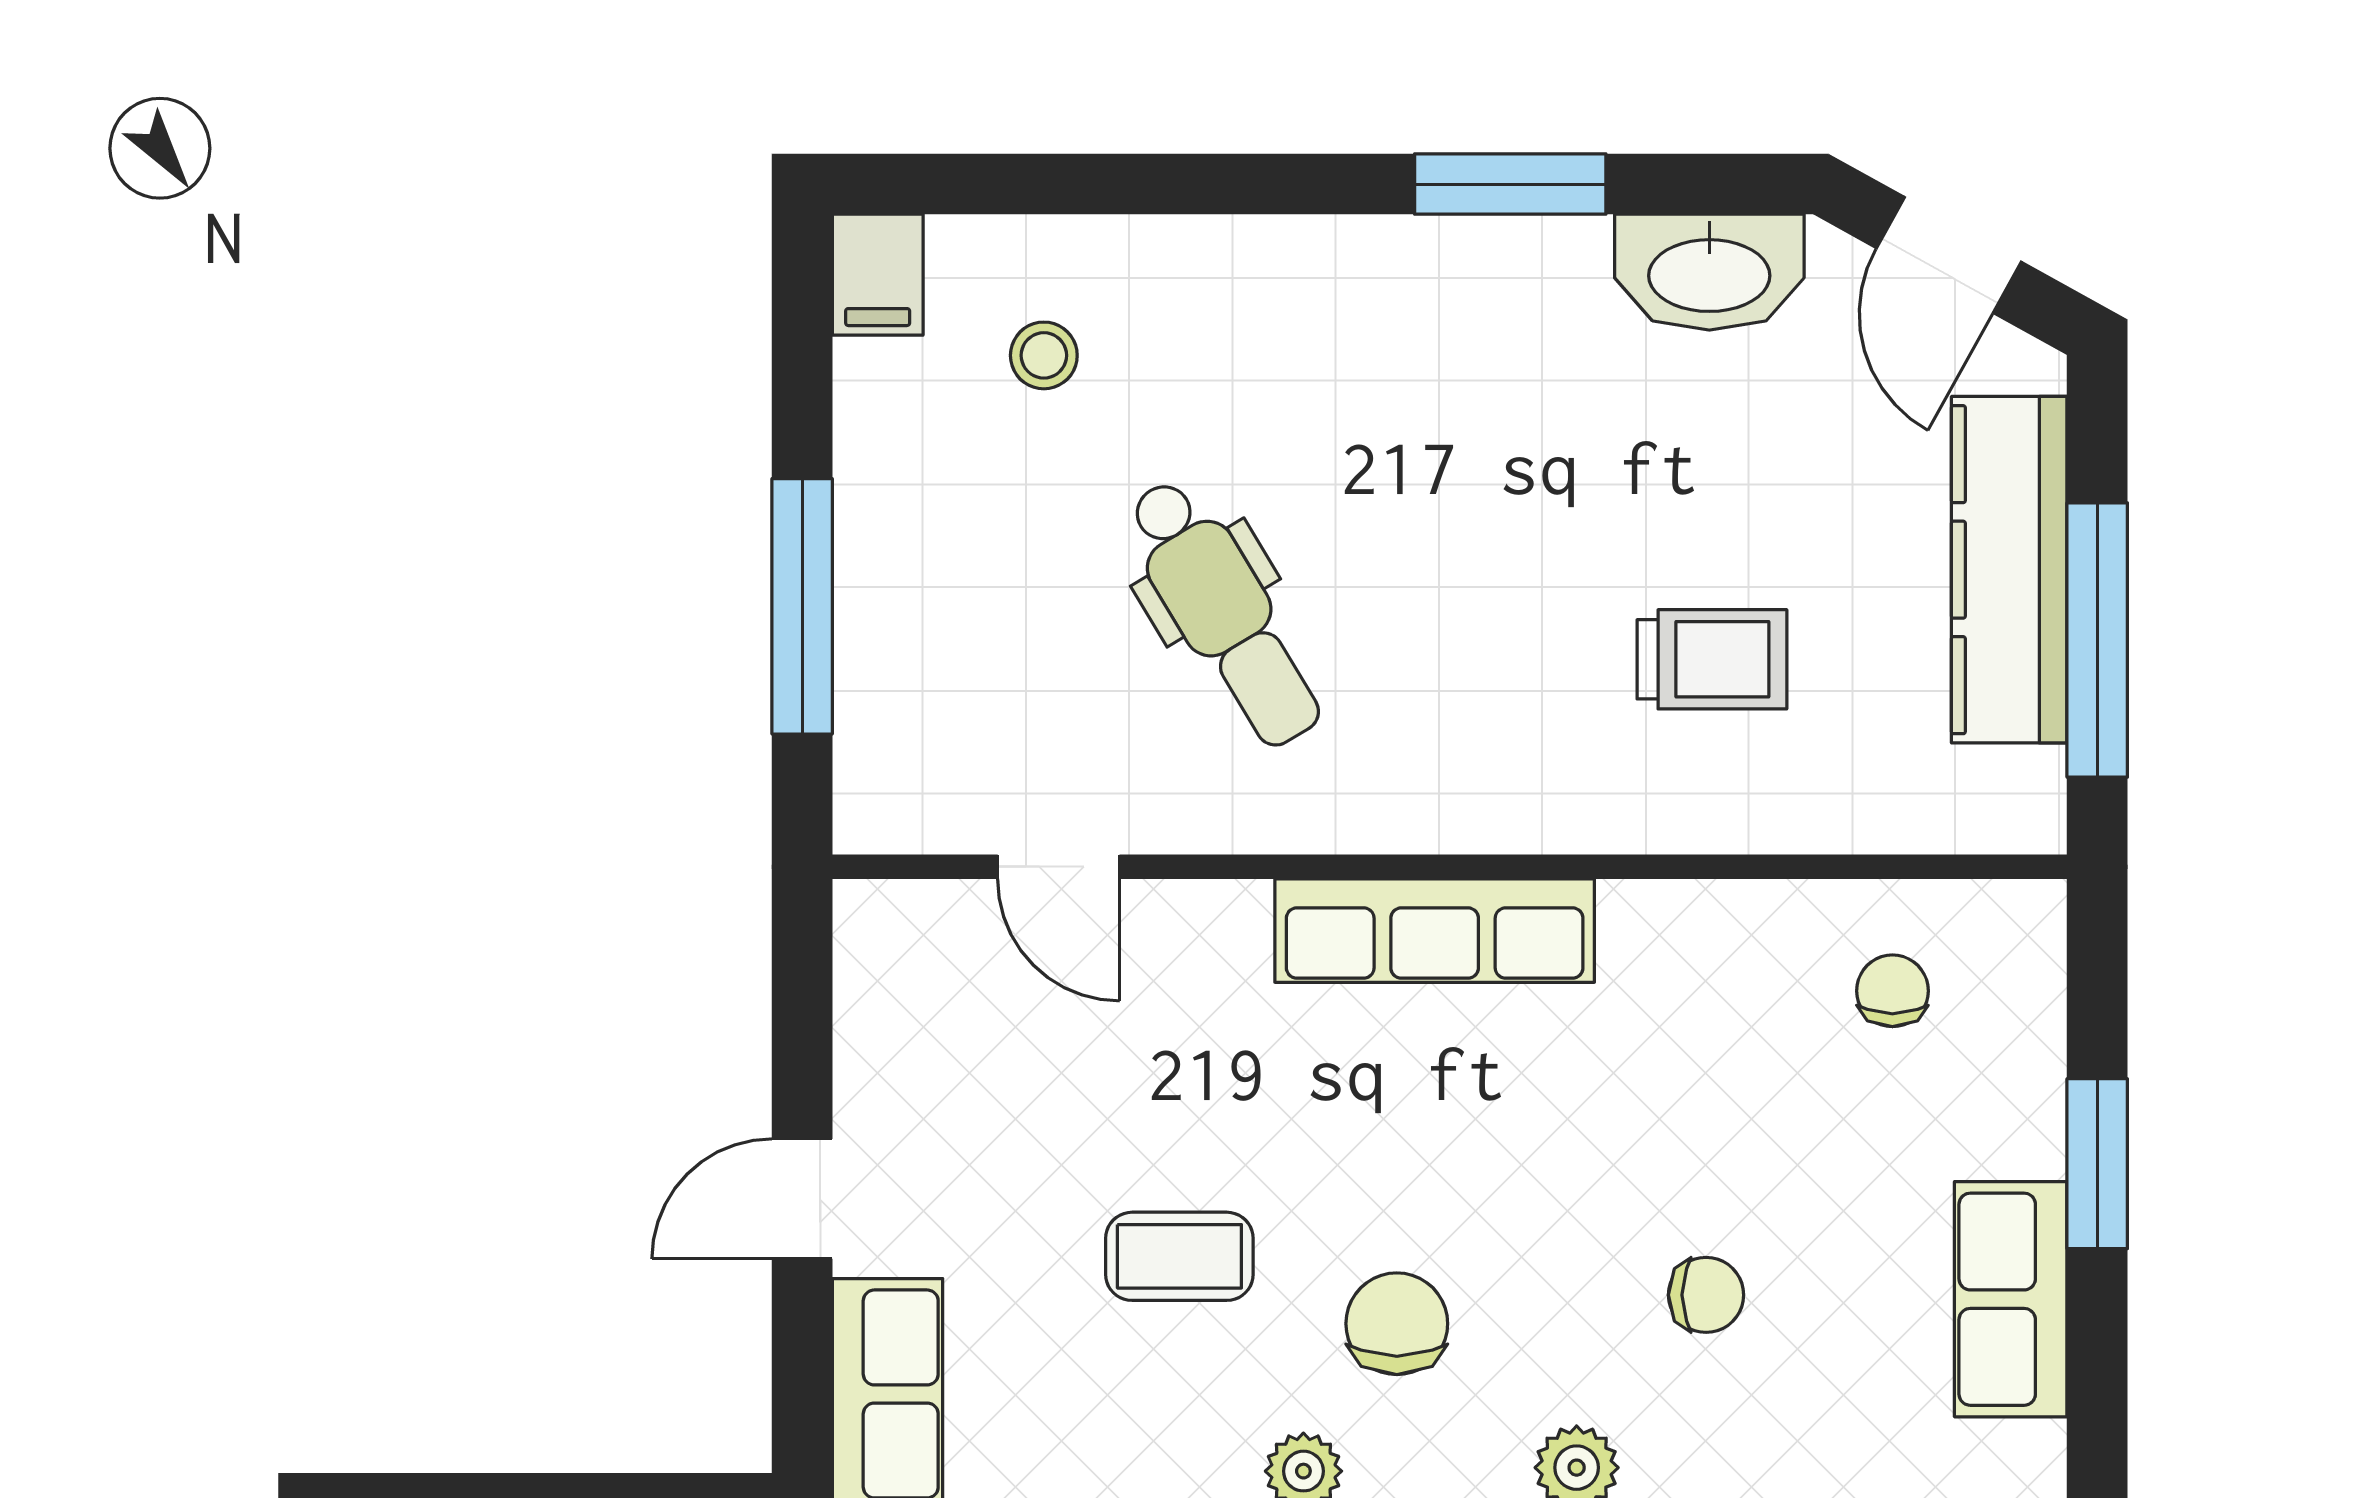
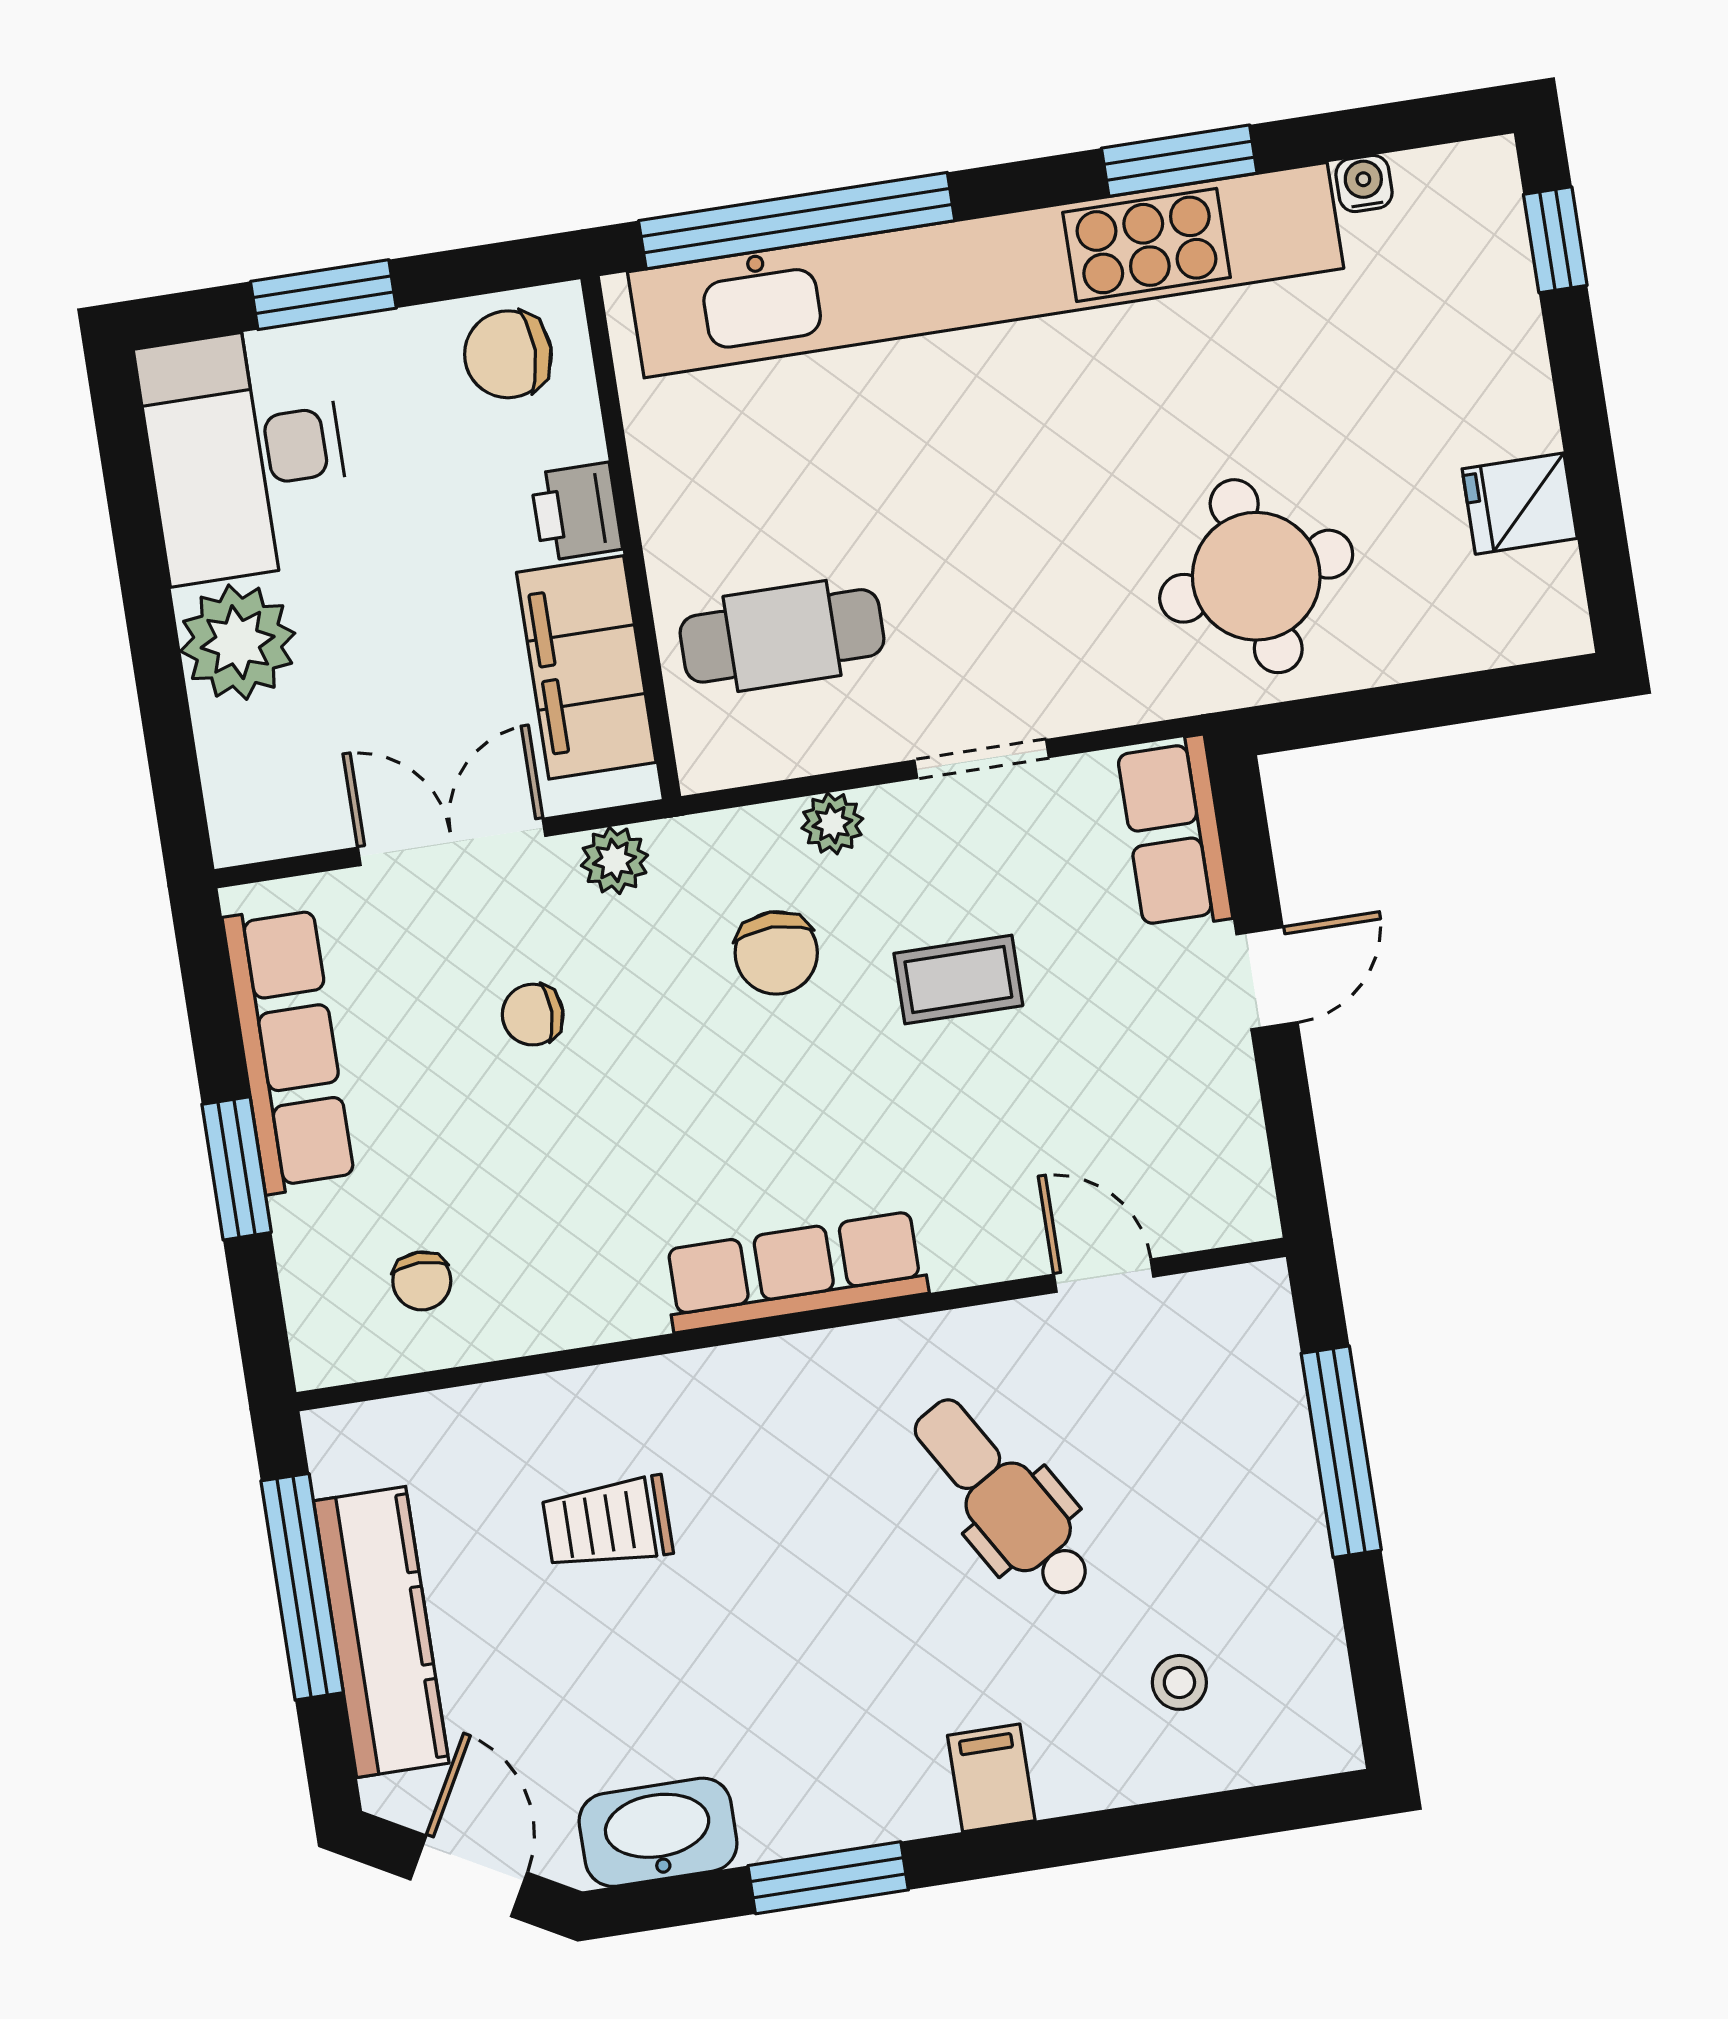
filing cabinet: (878, 275) -> (991, 1778), moved
row of seats: (2011, 1299) -> (289, 1049), width x1.48

